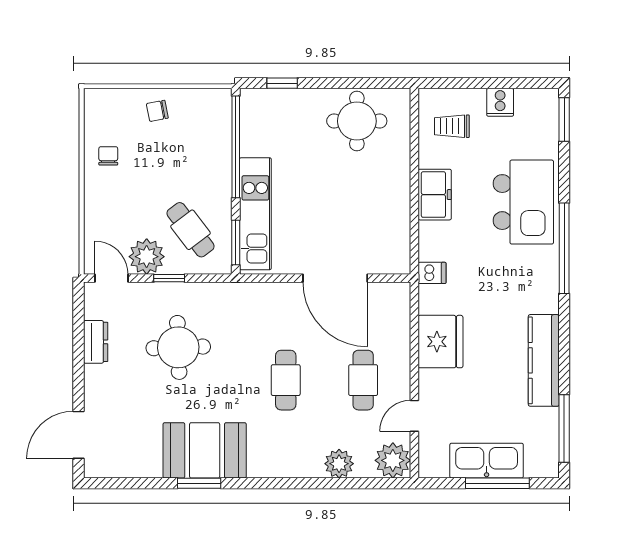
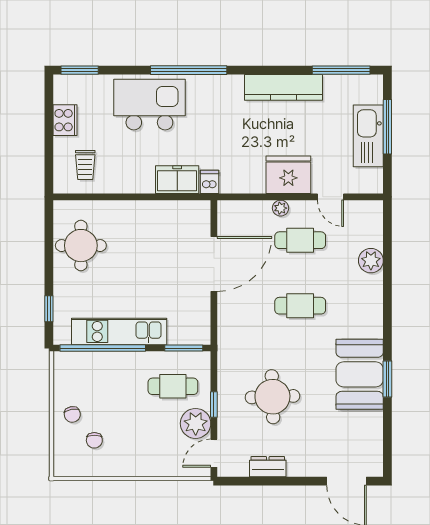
cooker: (500, 102) -> (65, 120), width x1.36
chair: (108, 156) -> (94, 440), moved, turned -90
freezer: (435, 195) -> (177, 180), moved
kitchen unit: (255, 214) -> (119, 331), moved
cafe table: (191, 230) -> (173, 386), turned 37
fridge: (440, 342) -> (288, 175), moved
plant: (393, 460) -> (281, 208), moved, width x0.53, depth x0.53

